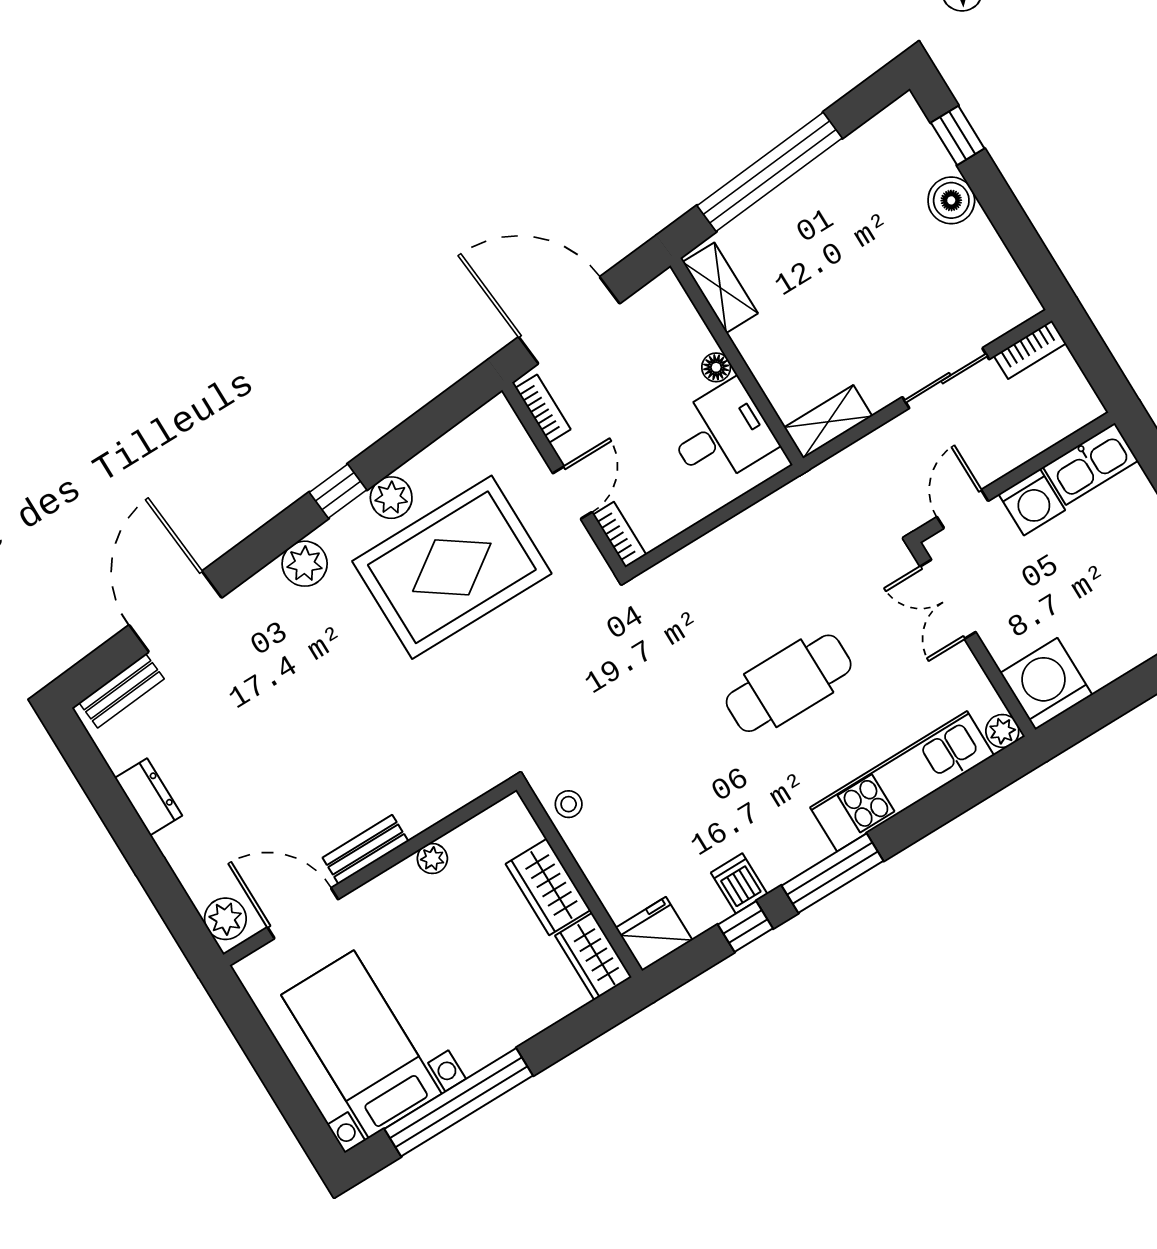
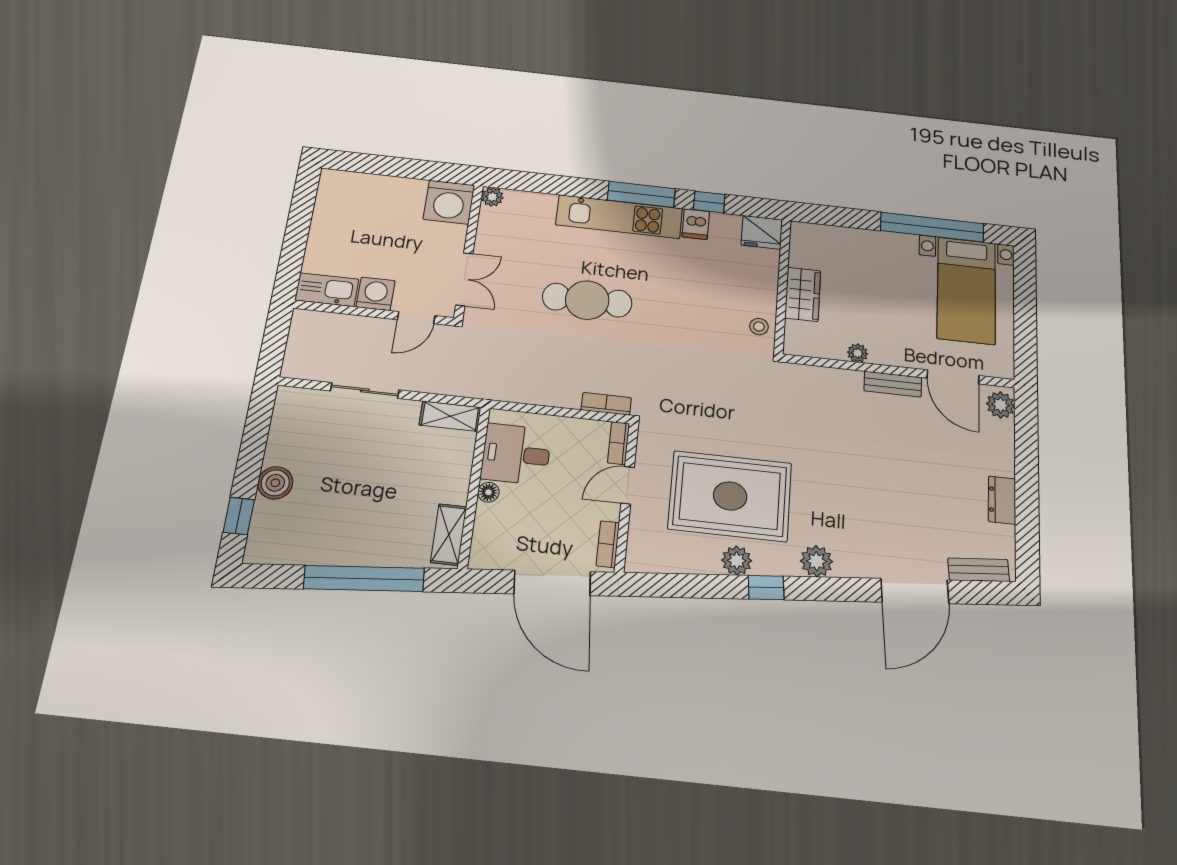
bookcase: (1030, 350) -> (606, 404), moved
kitchen unit: (902, 781) -> (619, 217), moved
wardrobe: (593, 956) -> (804, 244), removed

